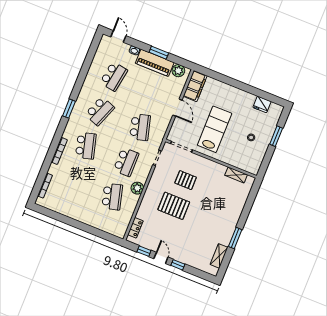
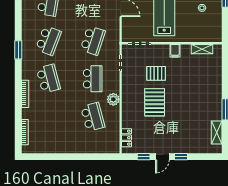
school desk: (140, 127) -> (93, 40), turned 33
filing cabinet: (211, 167) -> (175, 51), added
pallet: (174, 206) -> (155, 102), turned 90
door: (161, 258) -> (162, 157), swing flipped

